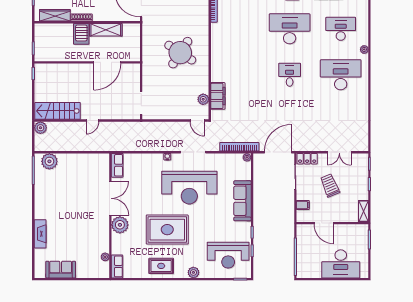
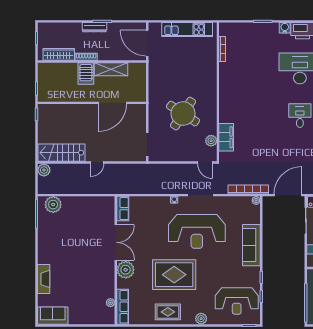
round table: (180, 53) -> (183, 114), moved
row of seats: (117, 266) -> (123, 307), width x1.48
sofa: (61, 270) -> (53, 316), moved

